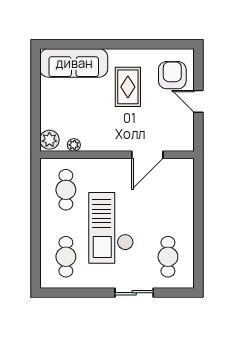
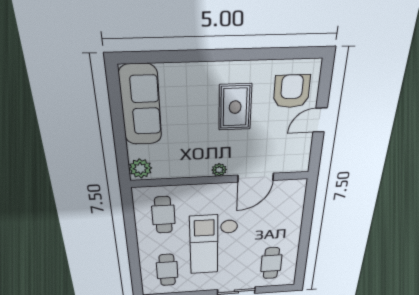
sofa: (74, 63) -> (141, 105), moved, turned -90
door: (198, 101) -> (320, 120), hinge flipped
plant: (74, 145) -> (219, 170), moved

